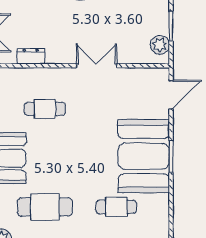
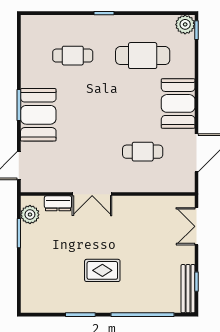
dresser: (31, 56) -> (58, 203), moved
booth: (144, 156) -> (38, 115), width x0.73, depth x0.70

